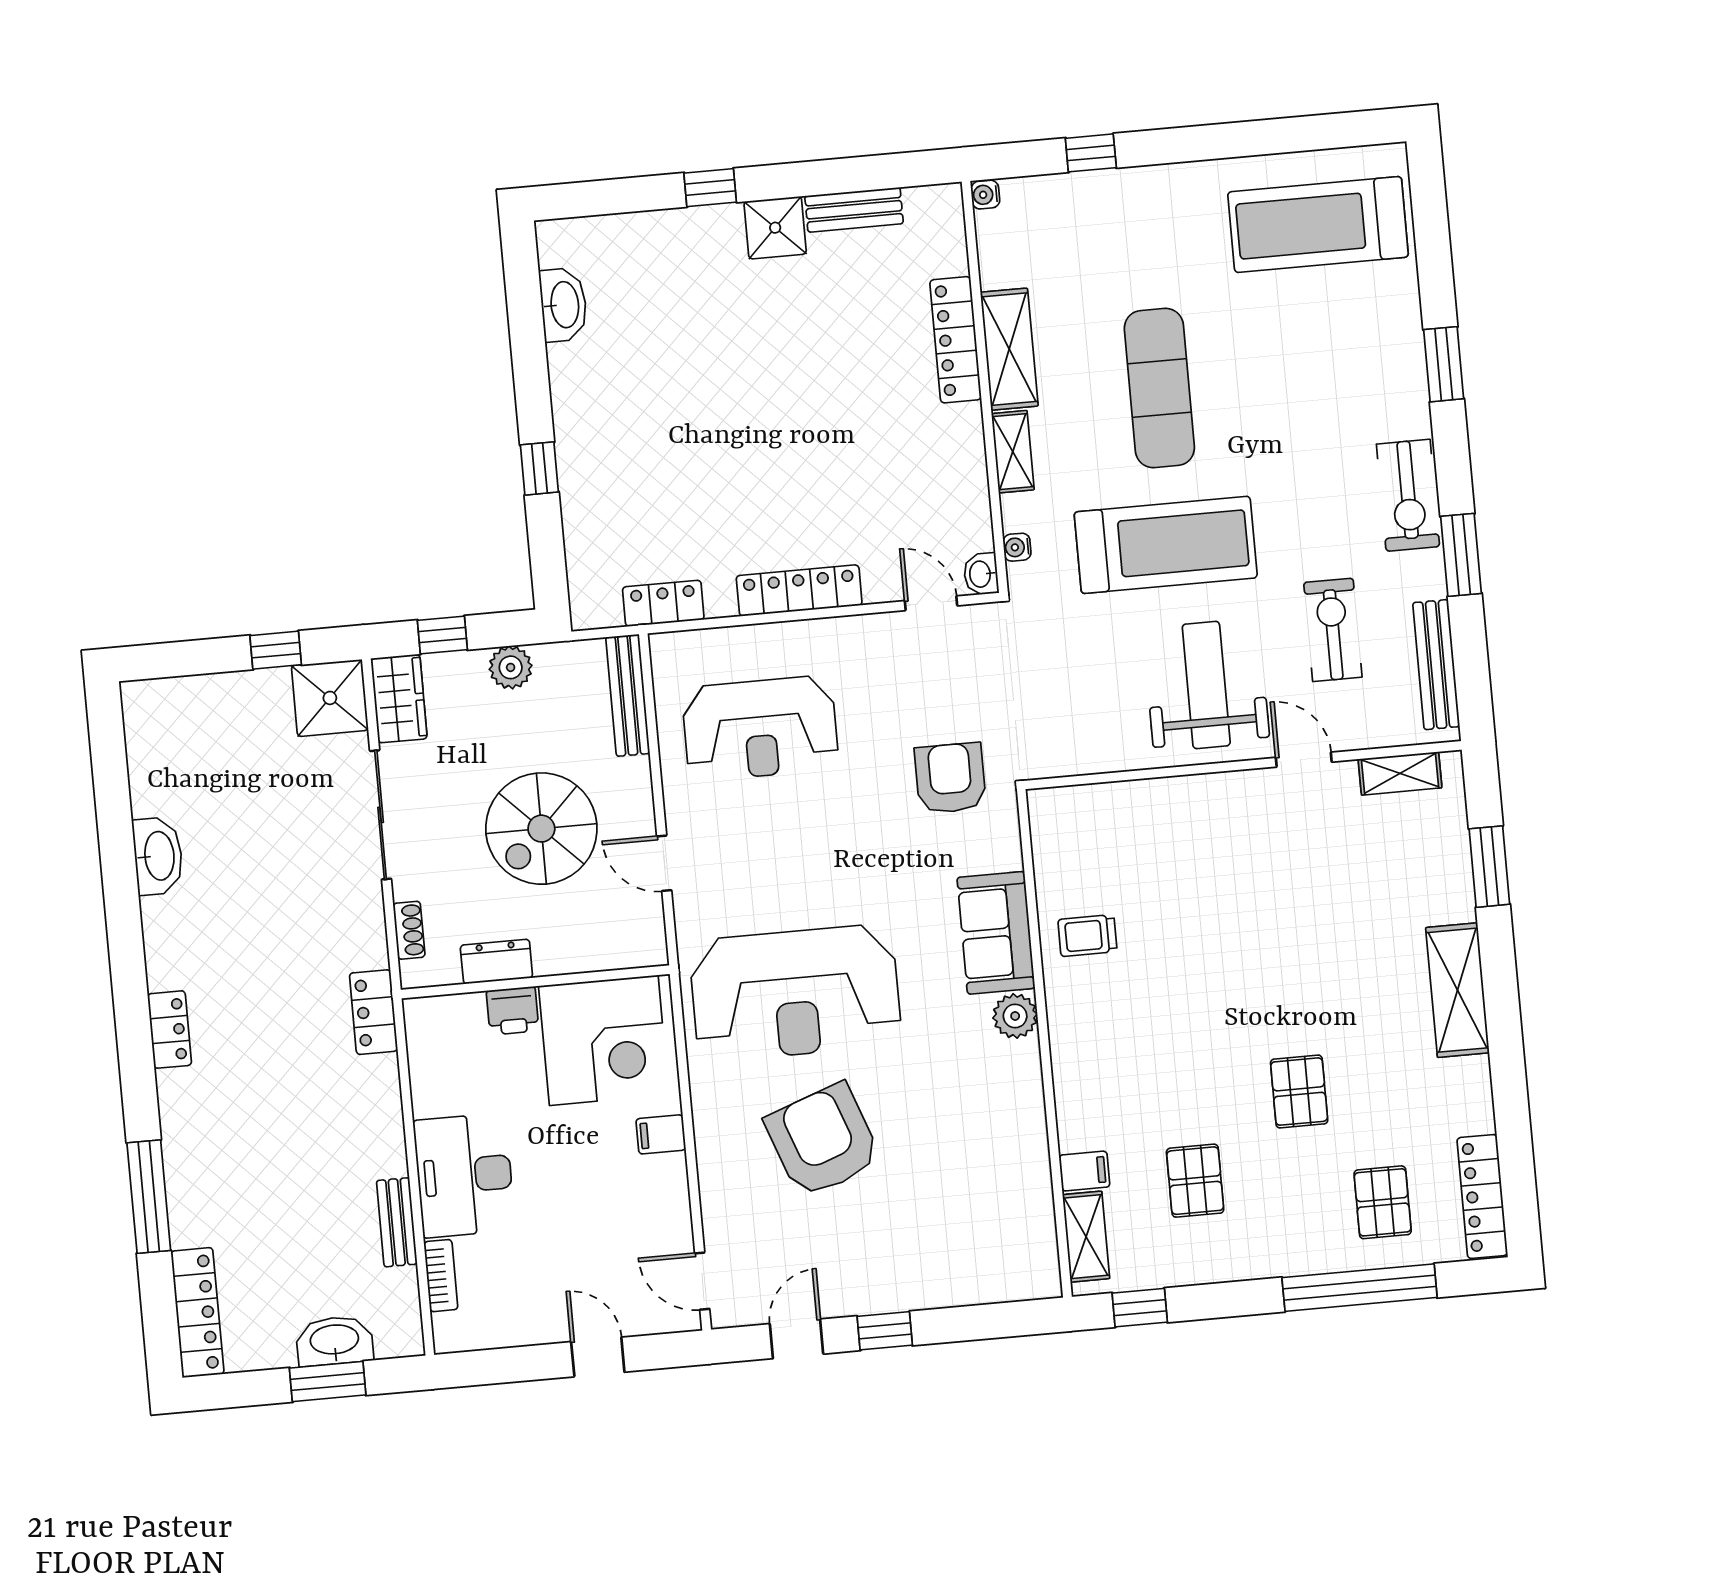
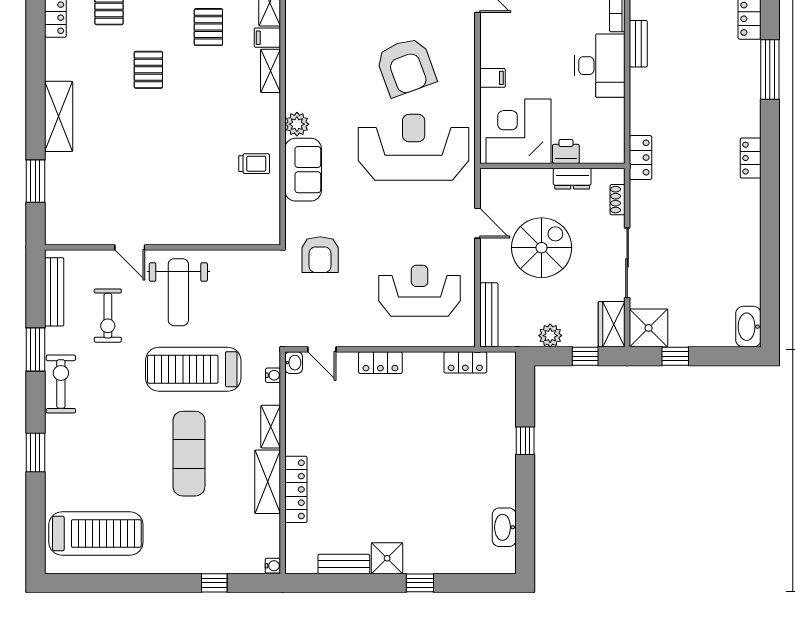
locker: (799, 591) -> (380, 363), width x0.66
shelving: (1400, 773) -> (270, 71), moved, turned 90
washbasin: (158, 856) -> (748, 327), moved

